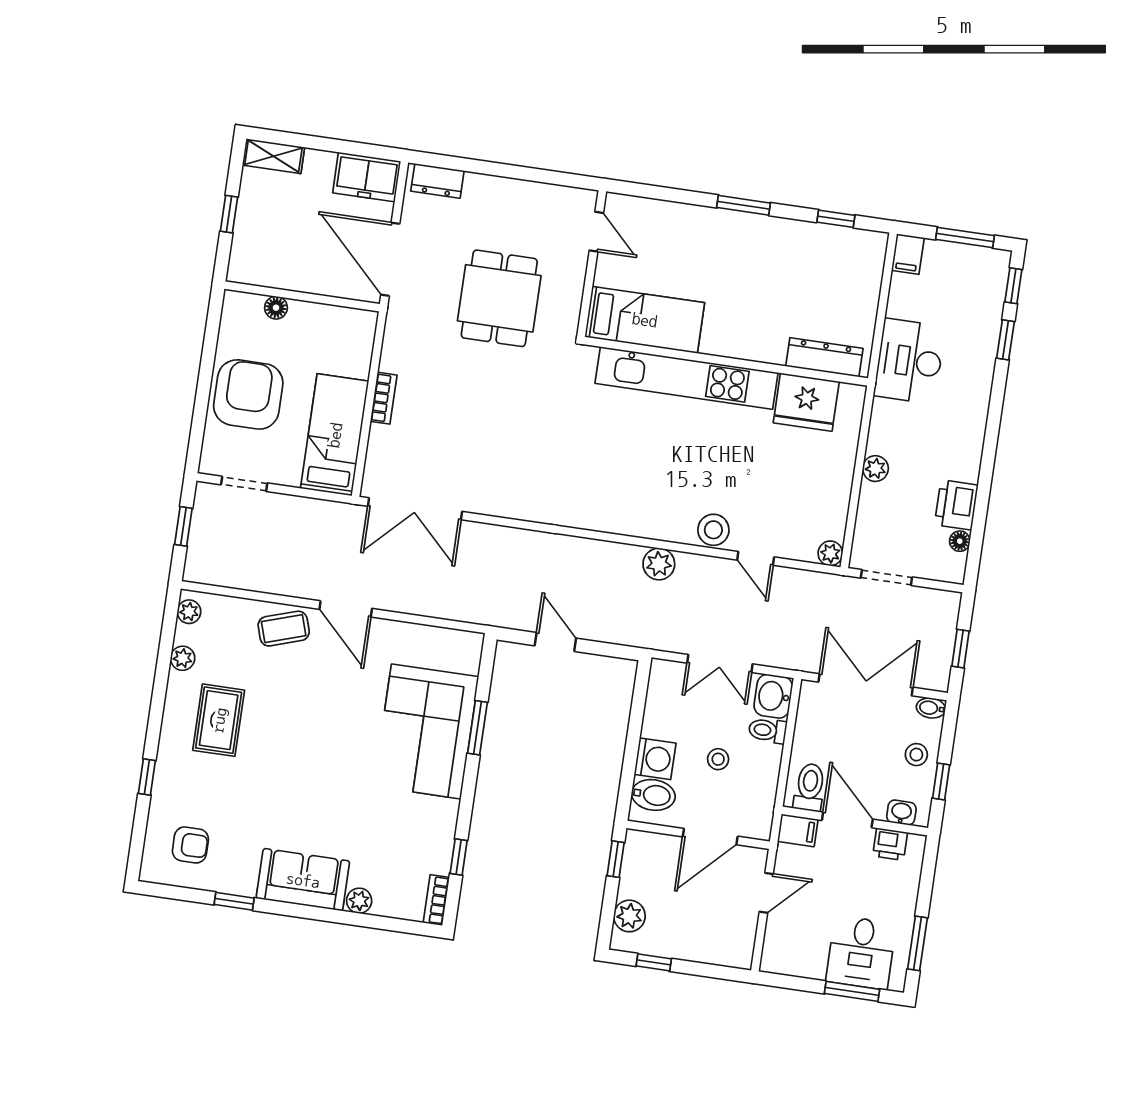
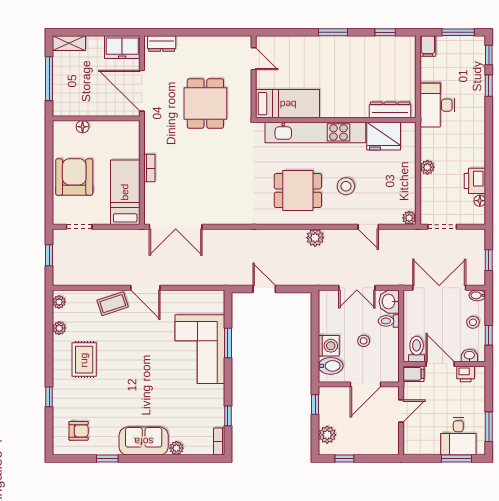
window: (229, 214) -> (49, 79), width x2.17
dining table: (640, 476) -> (298, 191), added
stool: (713, 530) -> (346, 186), moved

